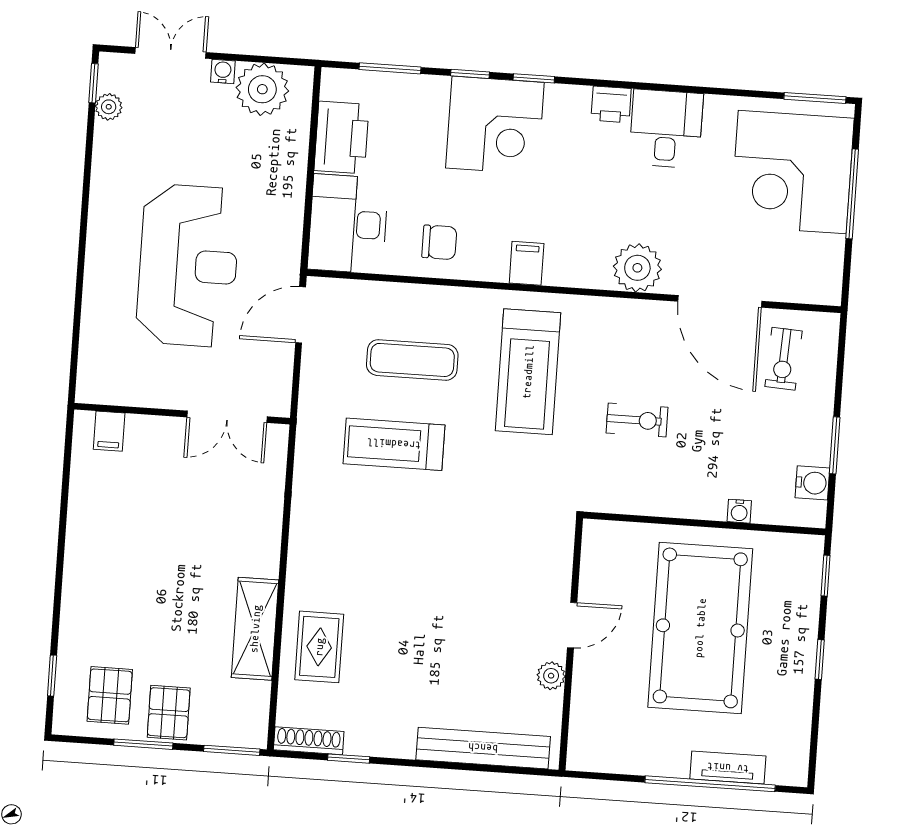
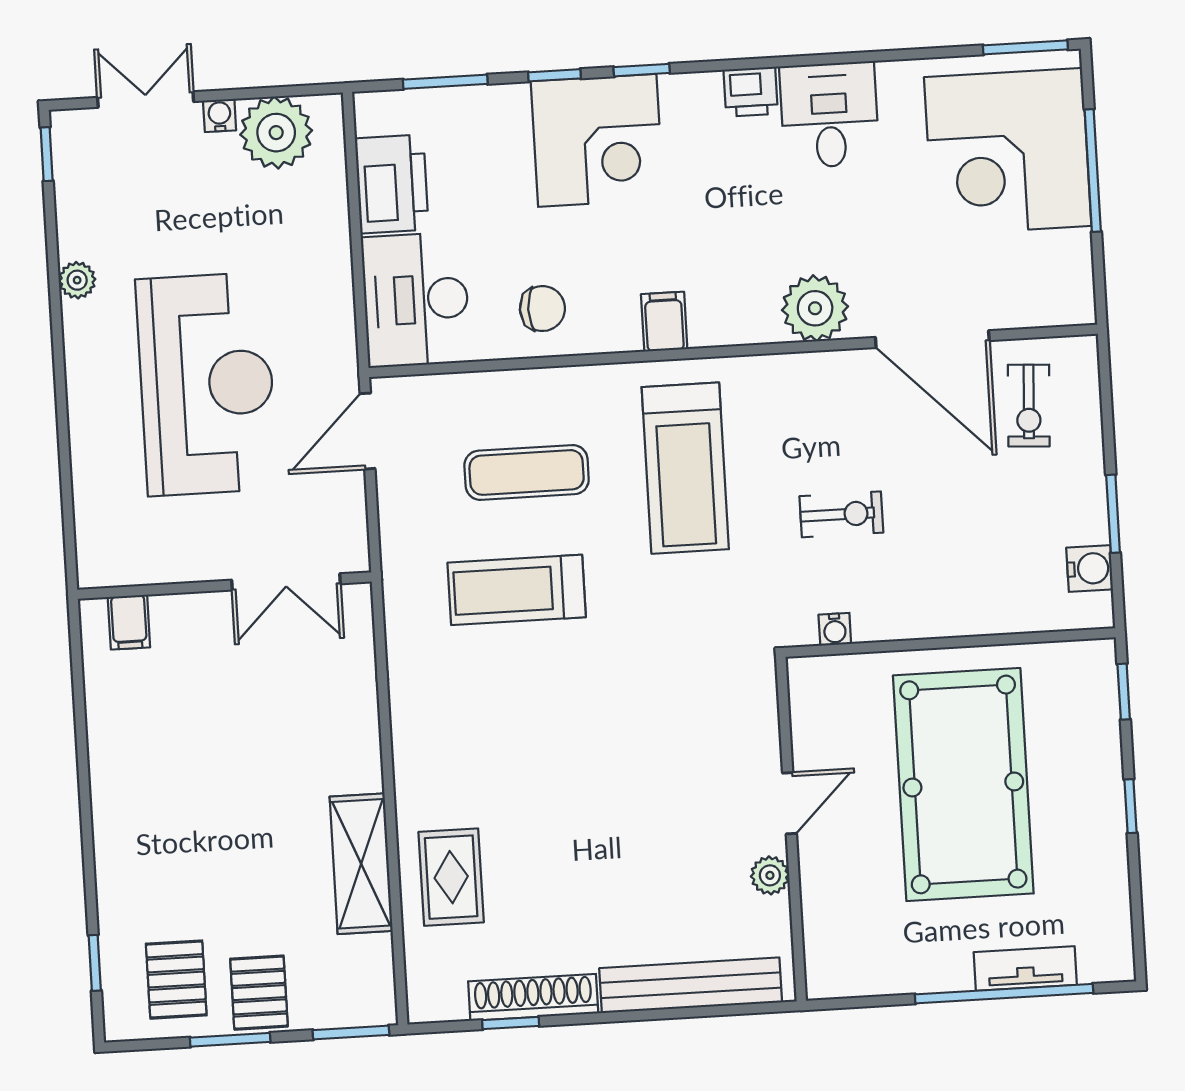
plant: (109, 107) -> (77, 280), moved
water cooler: (739, 511) -> (835, 629), moved
shoe rack: (309, 741) -> (533, 997), moved, width x1.36, depth x1.24

